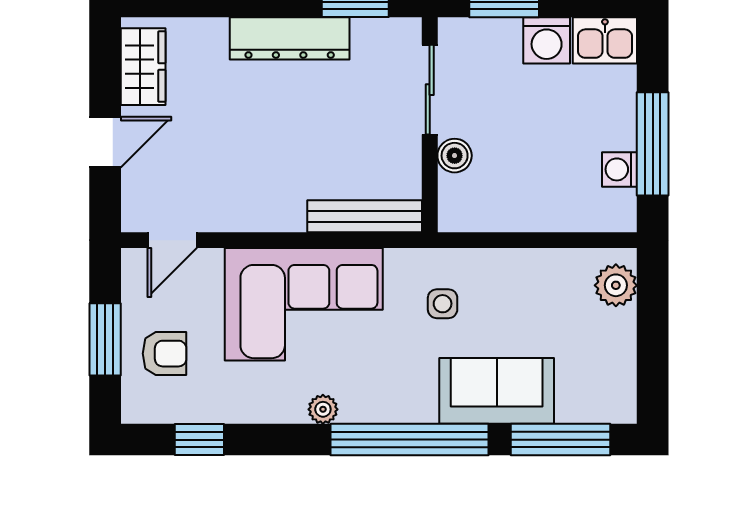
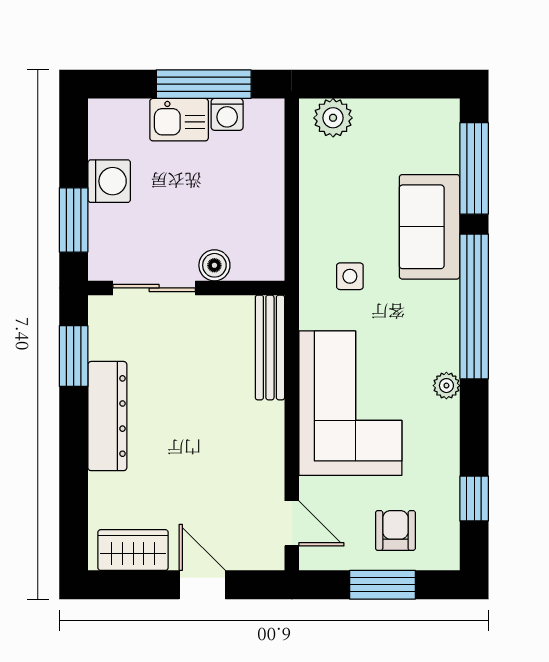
kitchen sink: (605, 40) -> (179, 120), moved, turned 90

